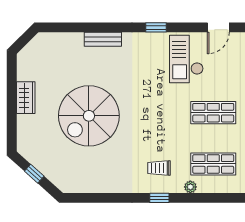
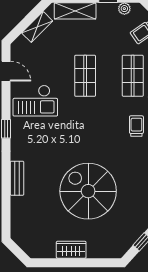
spiral stairs: (89, 116) -> (88, 191), turned 180
trolley: (159, 168) -> (136, 126), turned 180

